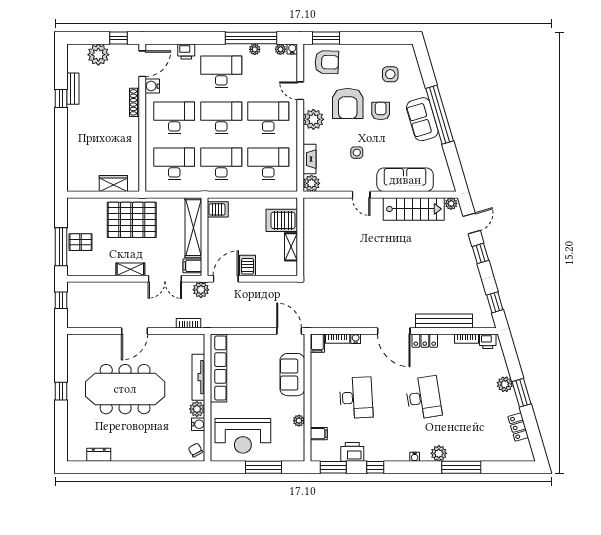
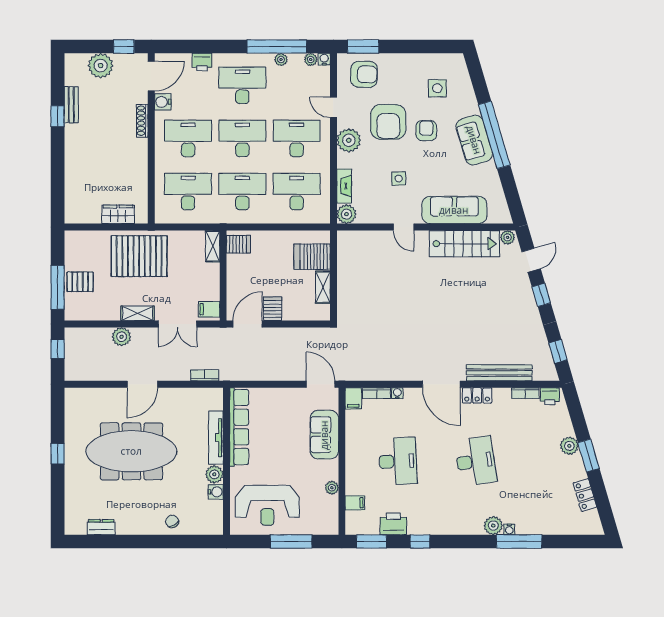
shelving: (193, 228) -> (213, 246), width x0.45, depth x0.75
plant: (201, 290) -> (122, 337), moved
chair: (195, 450) -> (172, 521), moved
water cooler: (415, 457) -> (509, 529), moved

